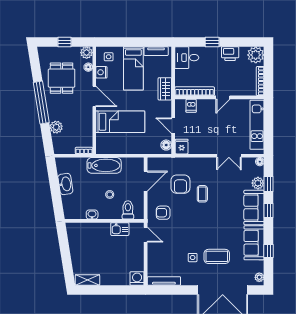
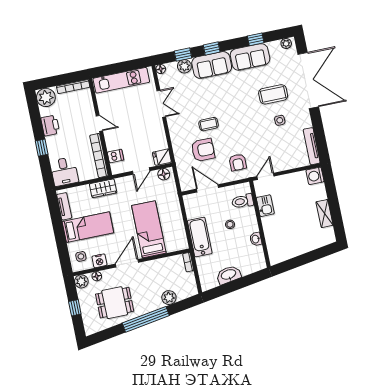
coffee table: (217, 256) -> (273, 94), turned 90
shelving: (87, 280) -> (325, 214), moved

